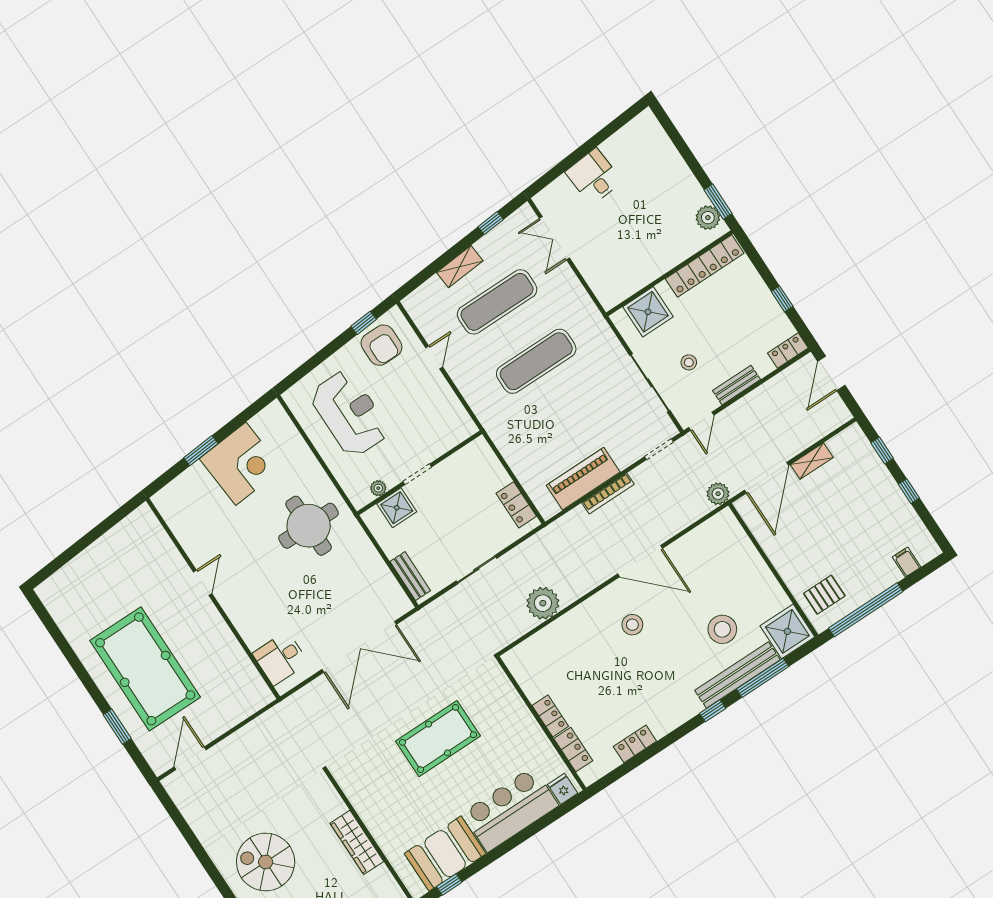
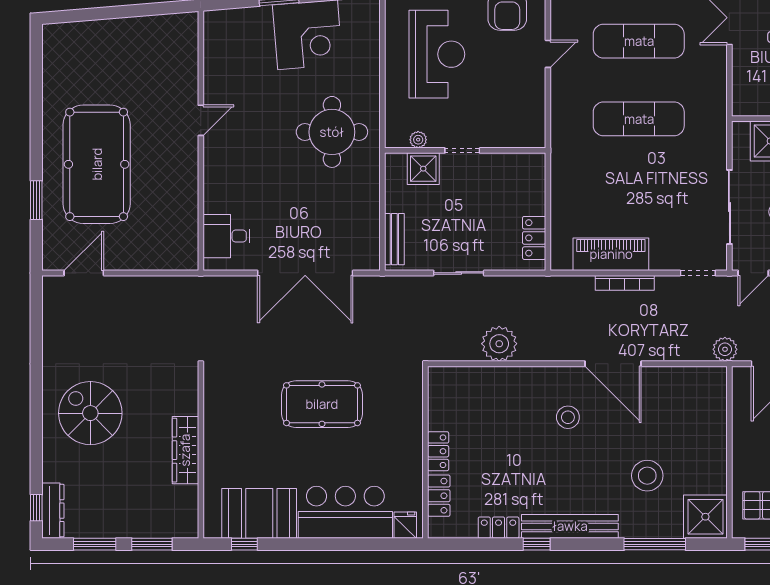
bench: (737, 675) -> (570, 526), moved
window: (713, 711) -> (537, 544), moved

